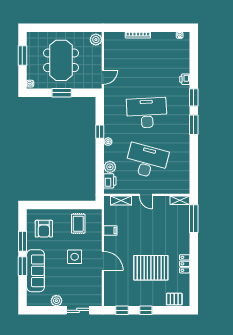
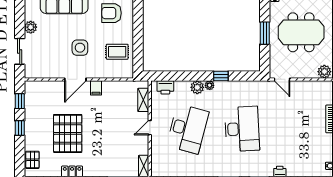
plant: (110, 167) -> (197, 87), moved
filing cabinet: (110, 231) -> (96, 88), moved

